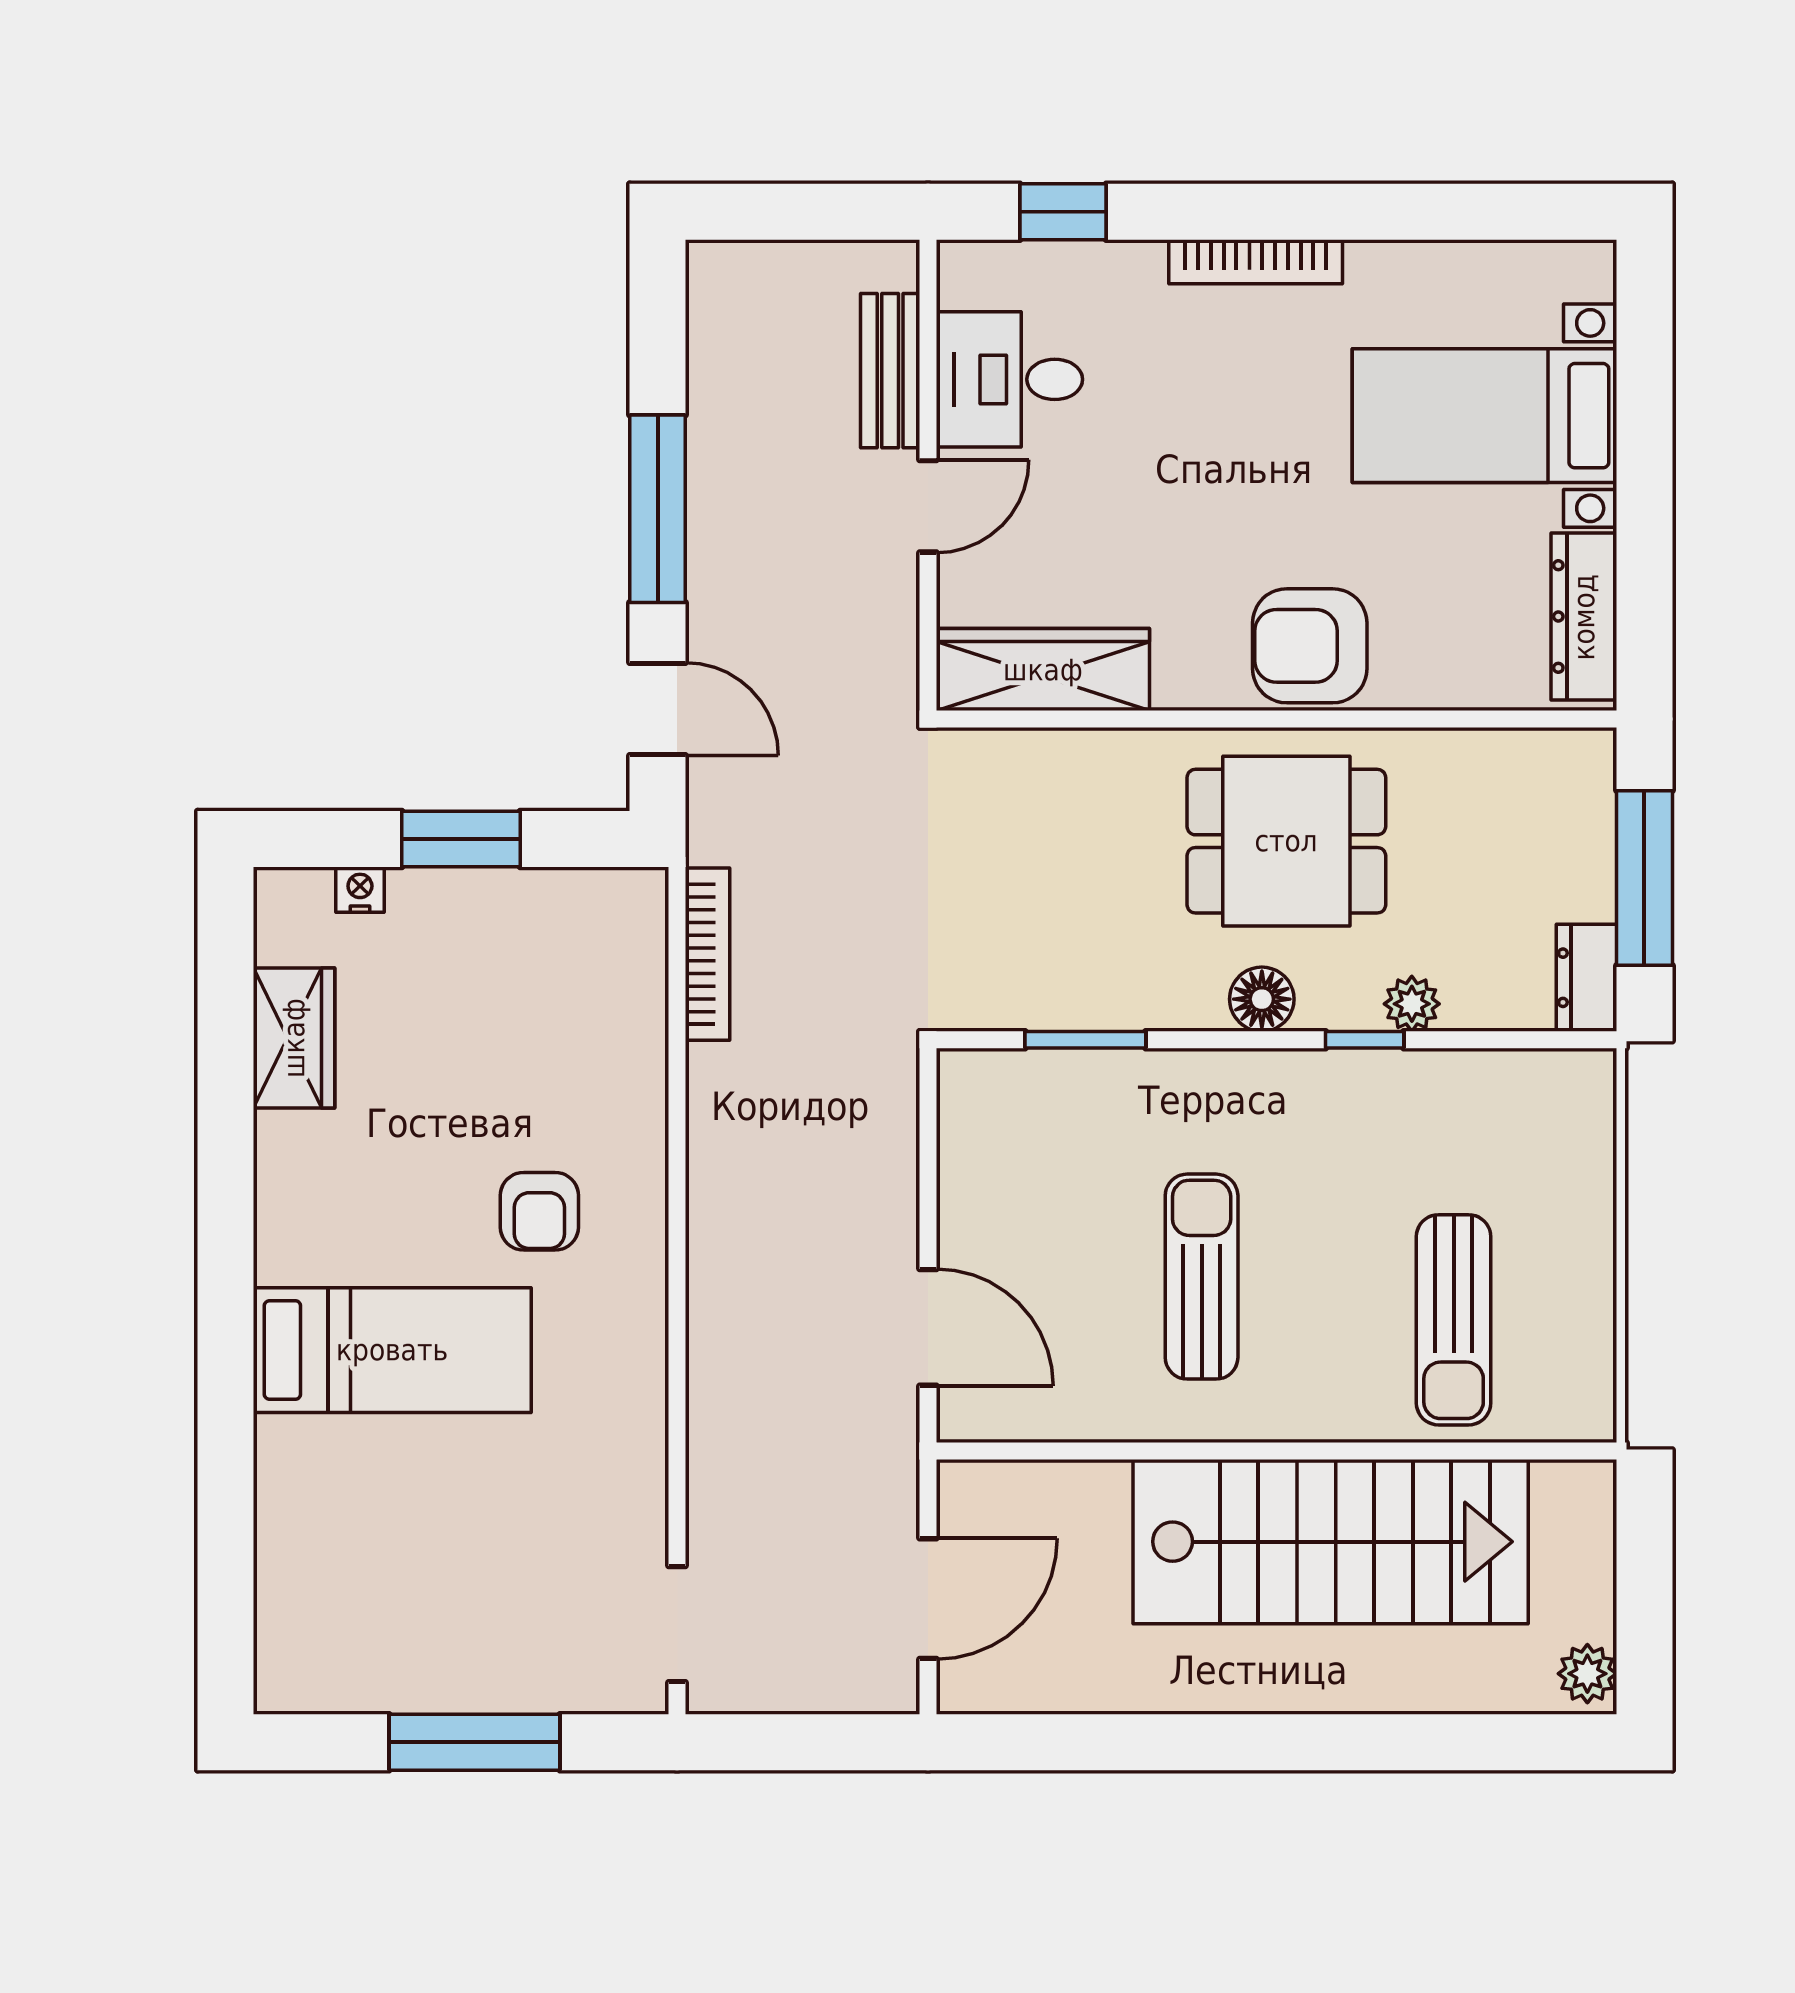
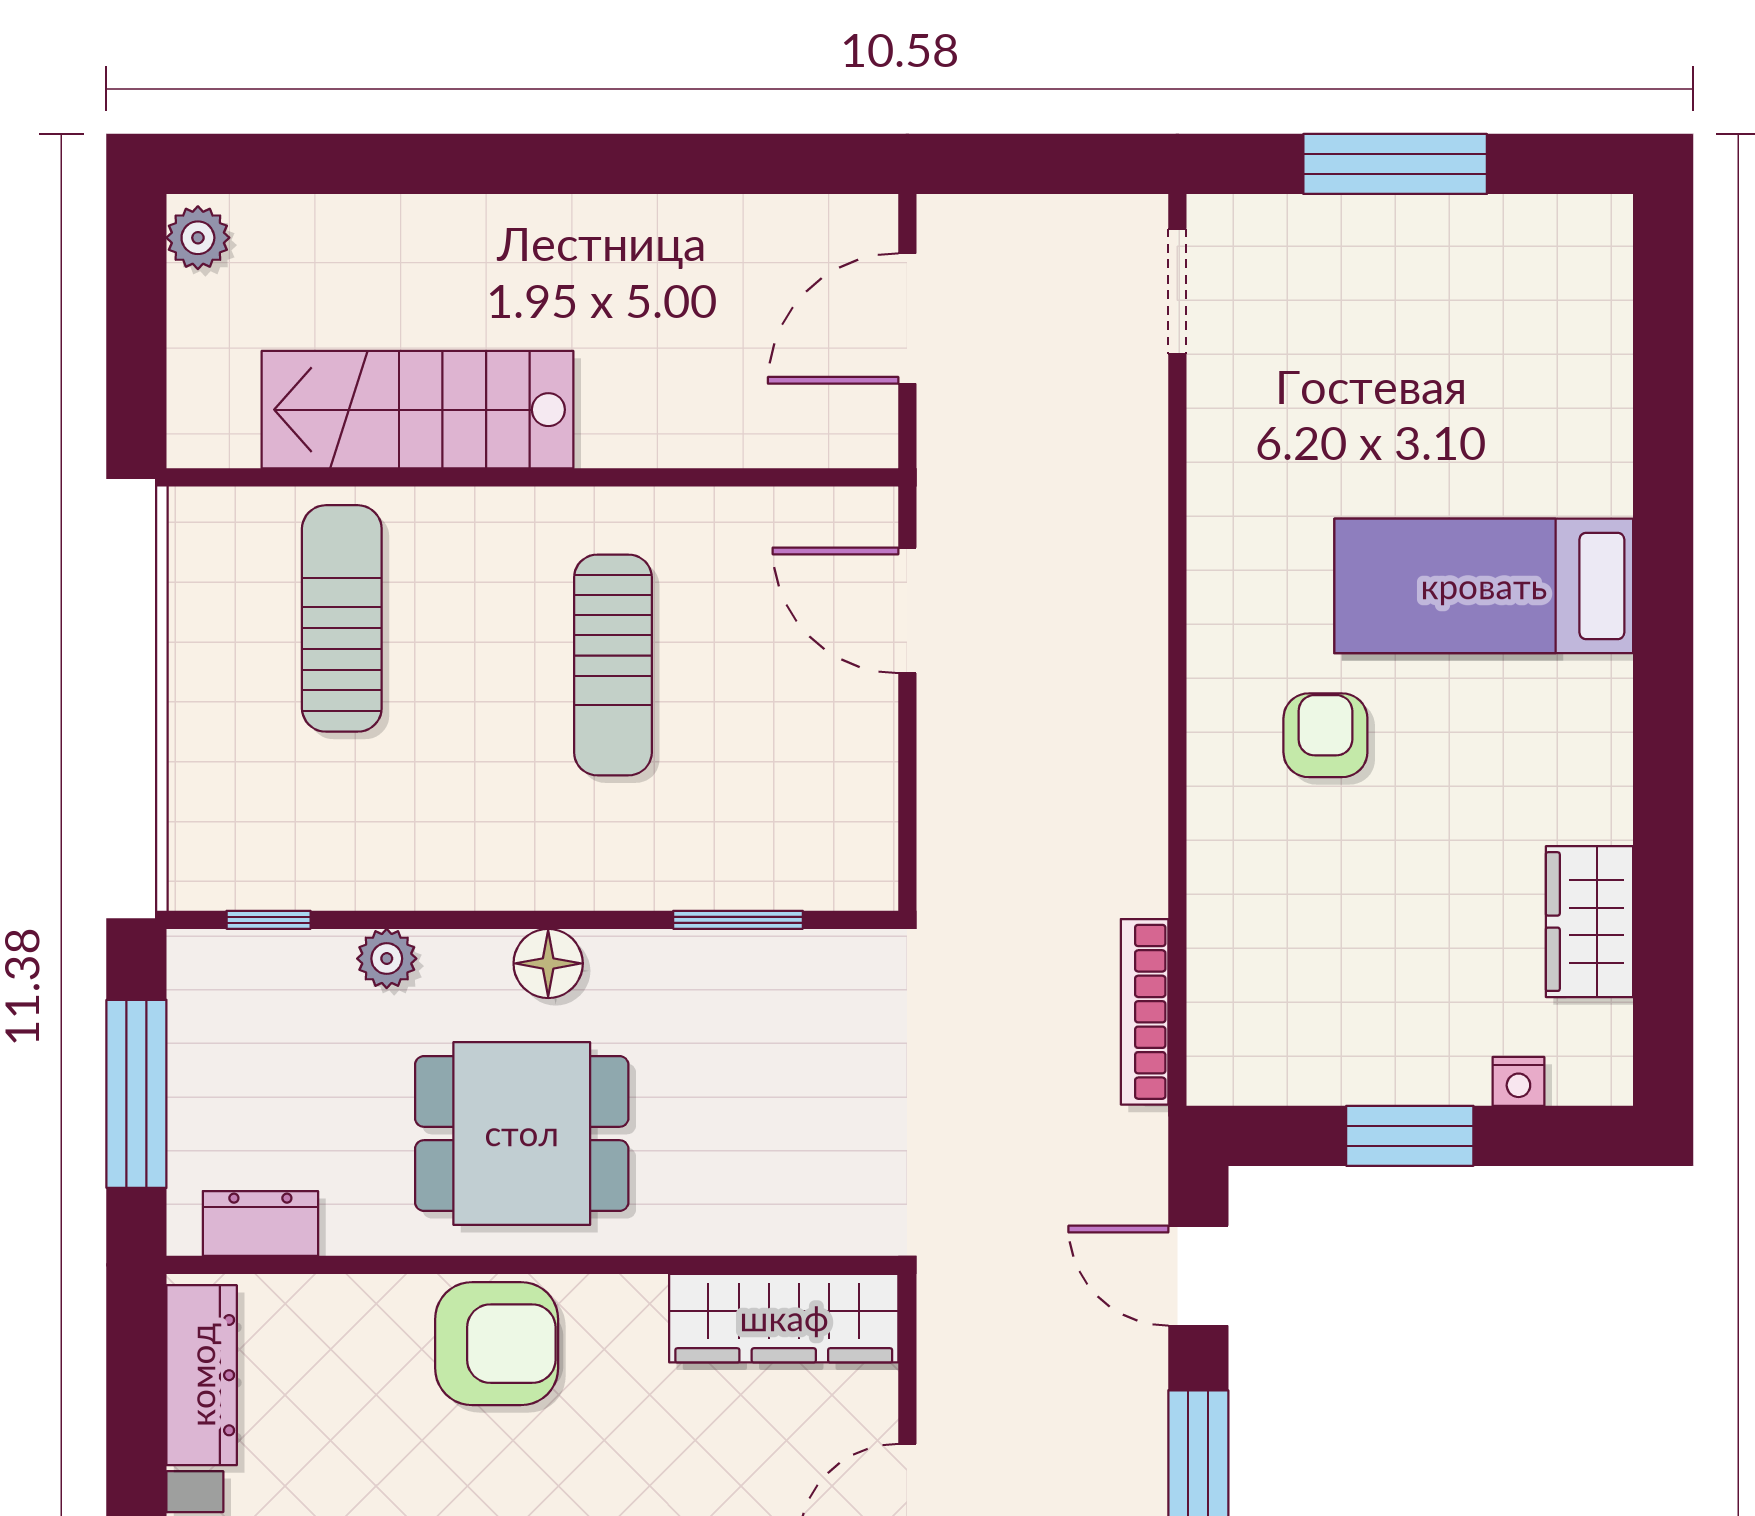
dresser: (1586, 978) -> (260, 1223), moved, turned -90
window: (1365, 1040) -> (269, 920), moved
stairs: (1331, 1542) -> (417, 410), width x0.73, depth x0.66

